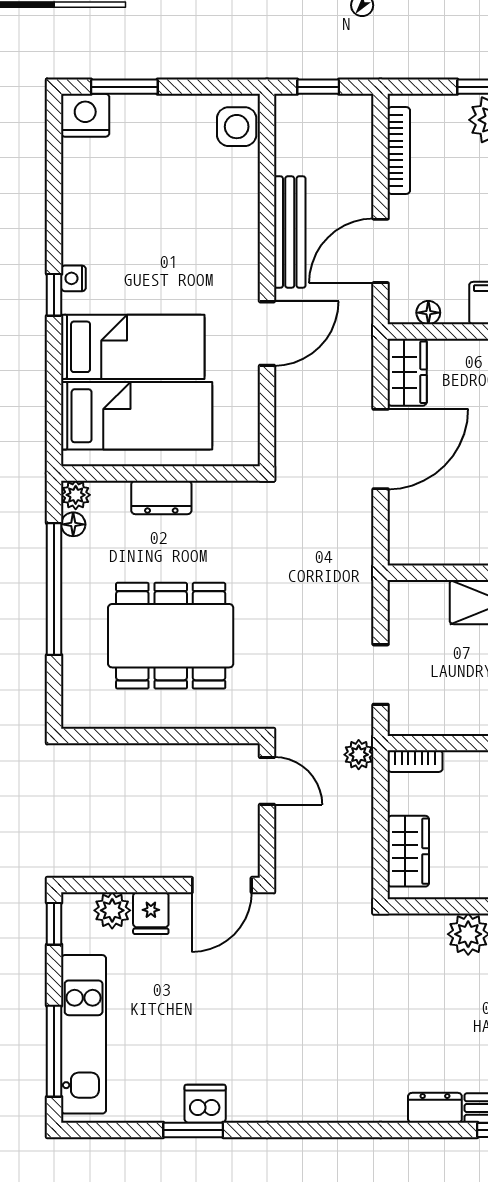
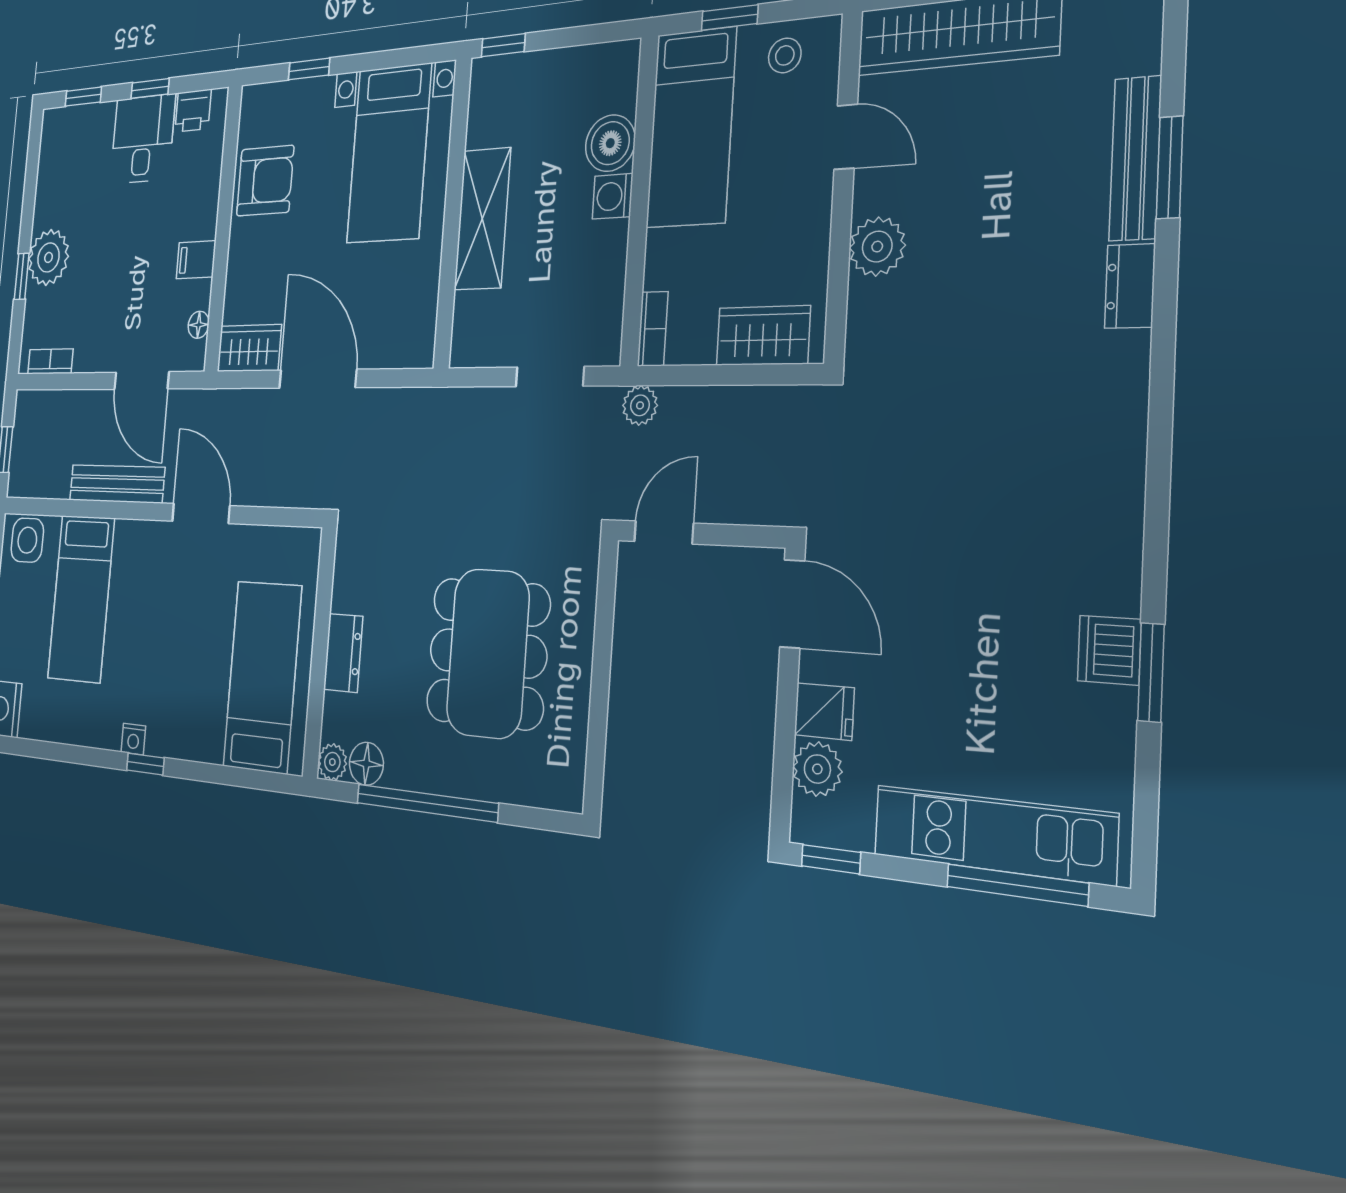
bookcase: (399, 150) -> (50, 361), width x0.64
bed: (133, 347) -> (81, 598), moved, turned 180
floor lamp: (73, 524) -> (366, 764), width x1.37, depth x1.37

